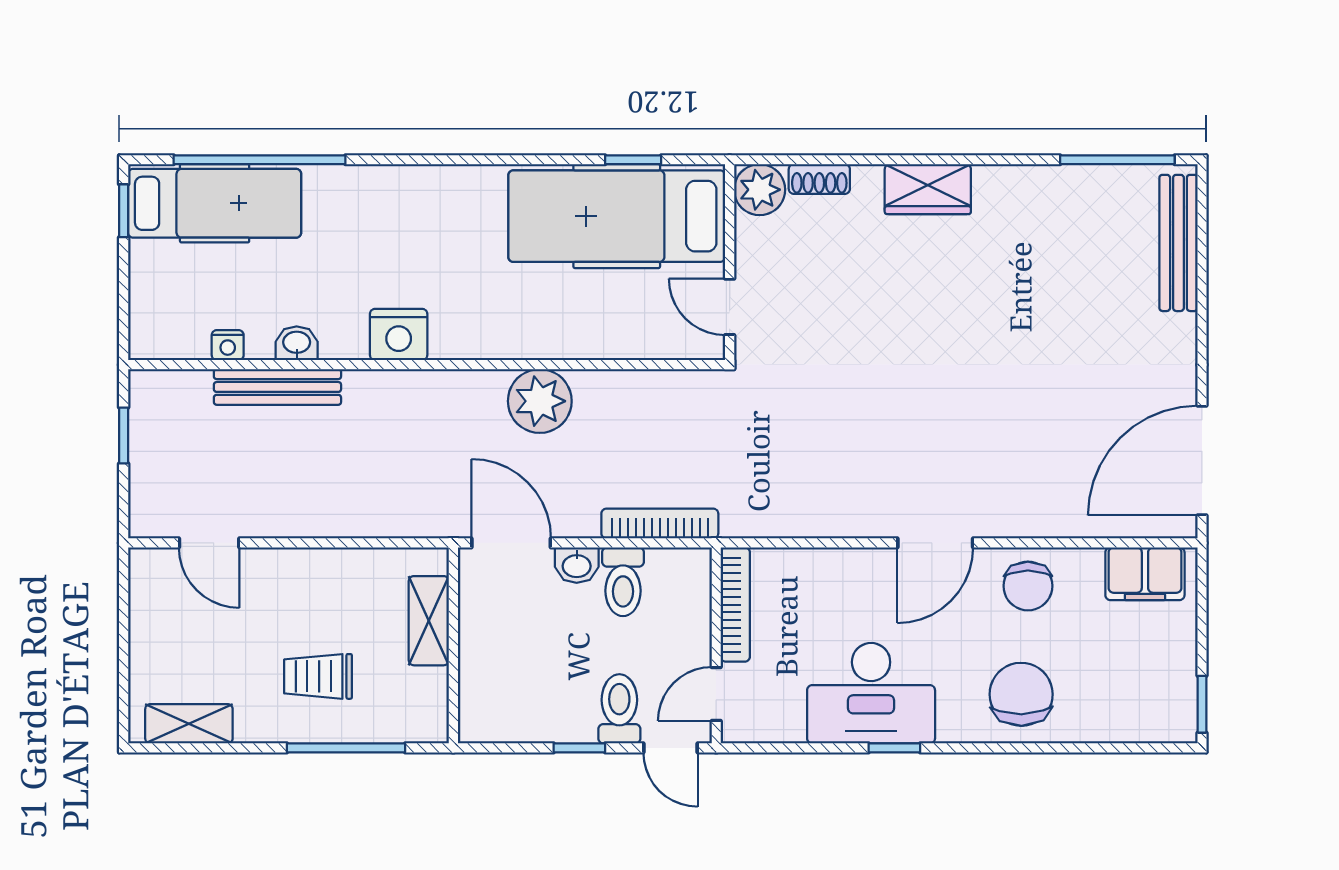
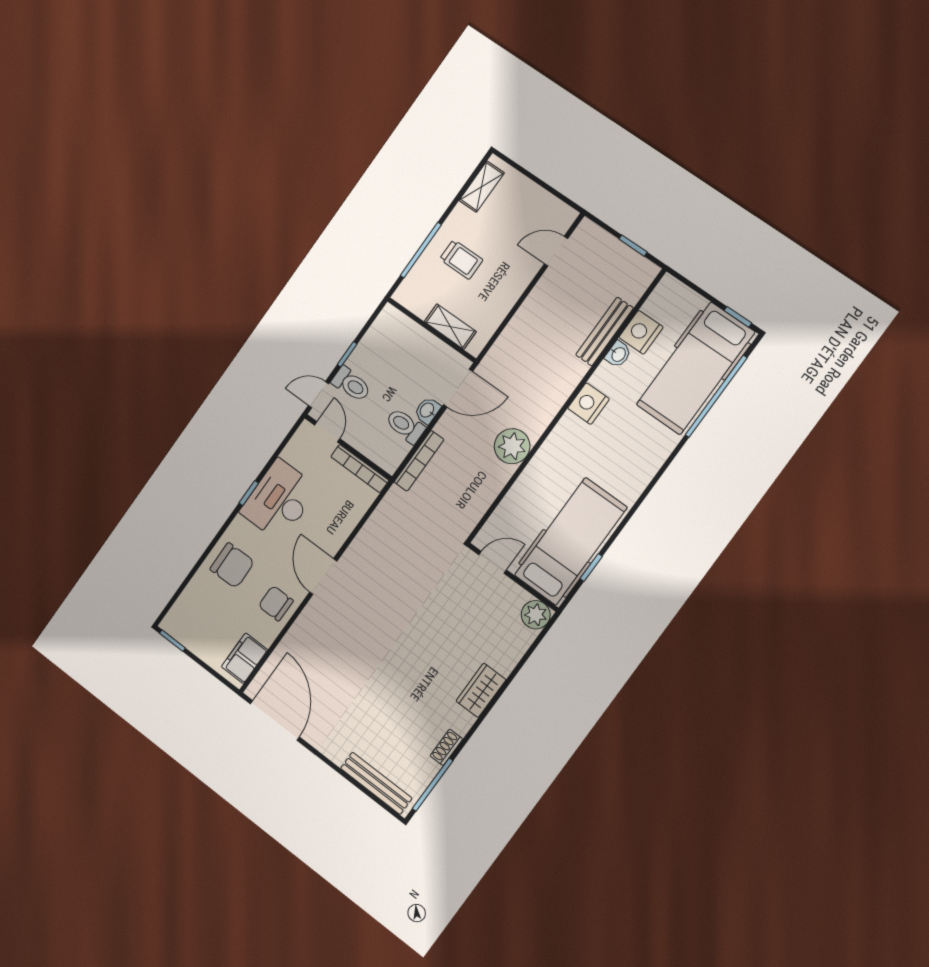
shoe rack: (819, 179) -> (446, 747), moved
hospital bed: (215, 203) -> (695, 368), width x1.37, depth x1.29
nightstand: (228, 345) -> (641, 332), width x1.89, depth x1.79
trolley: (318, 676) -> (461, 259), turned 90

